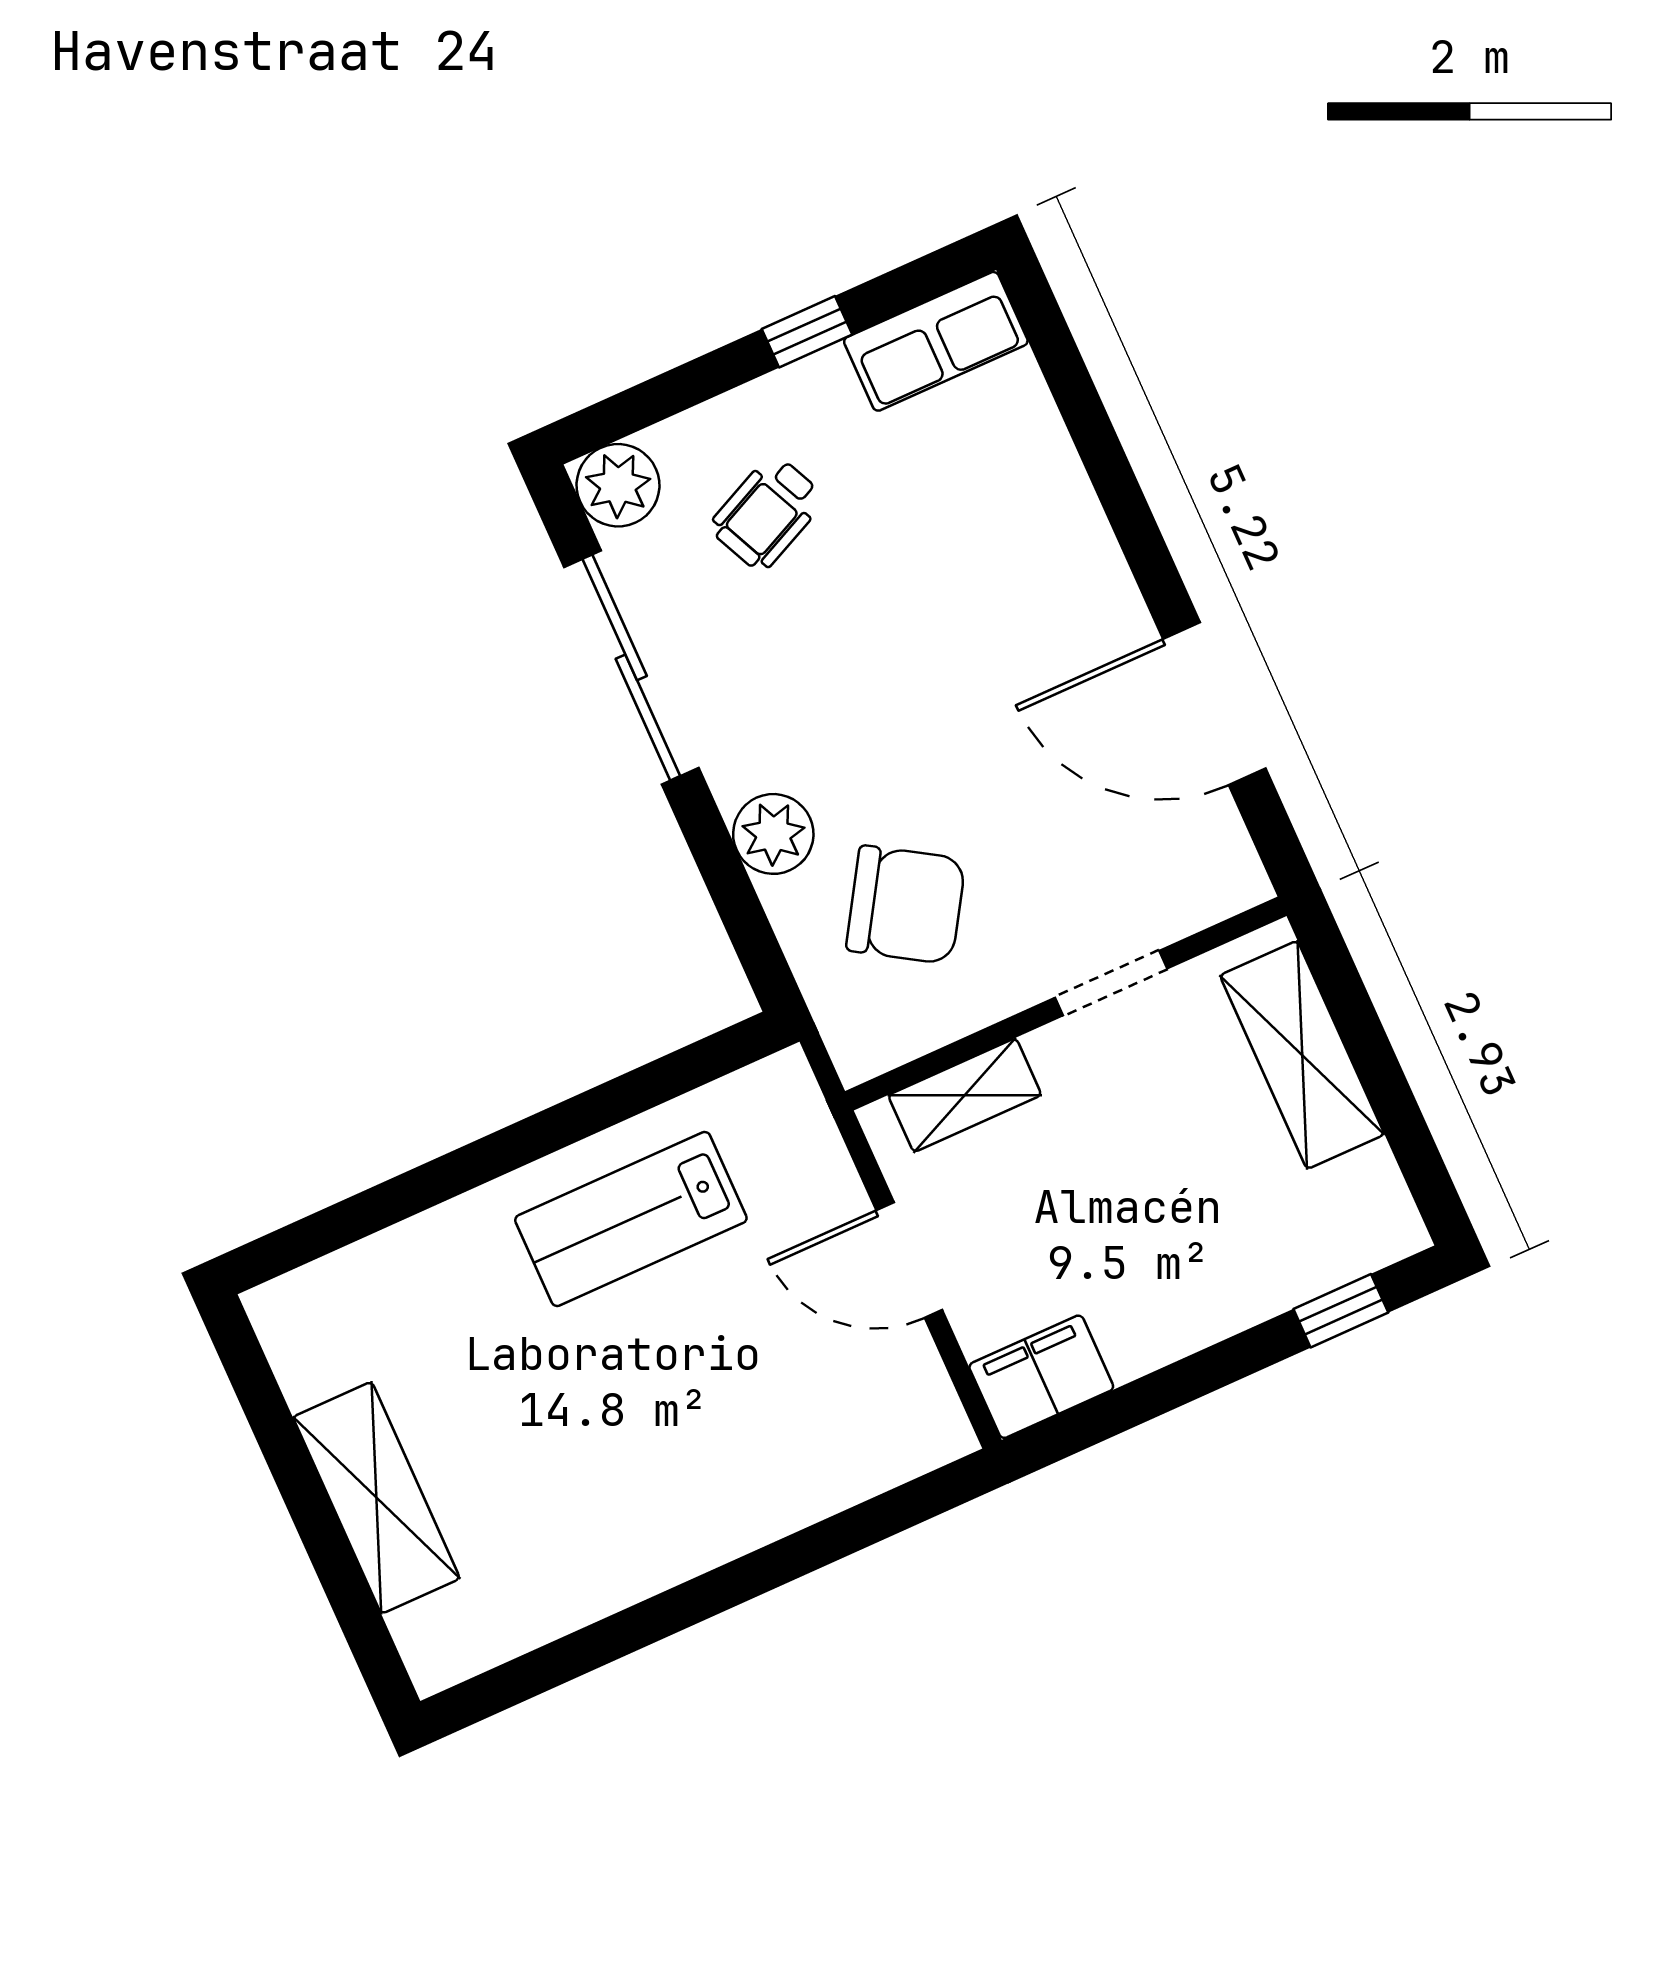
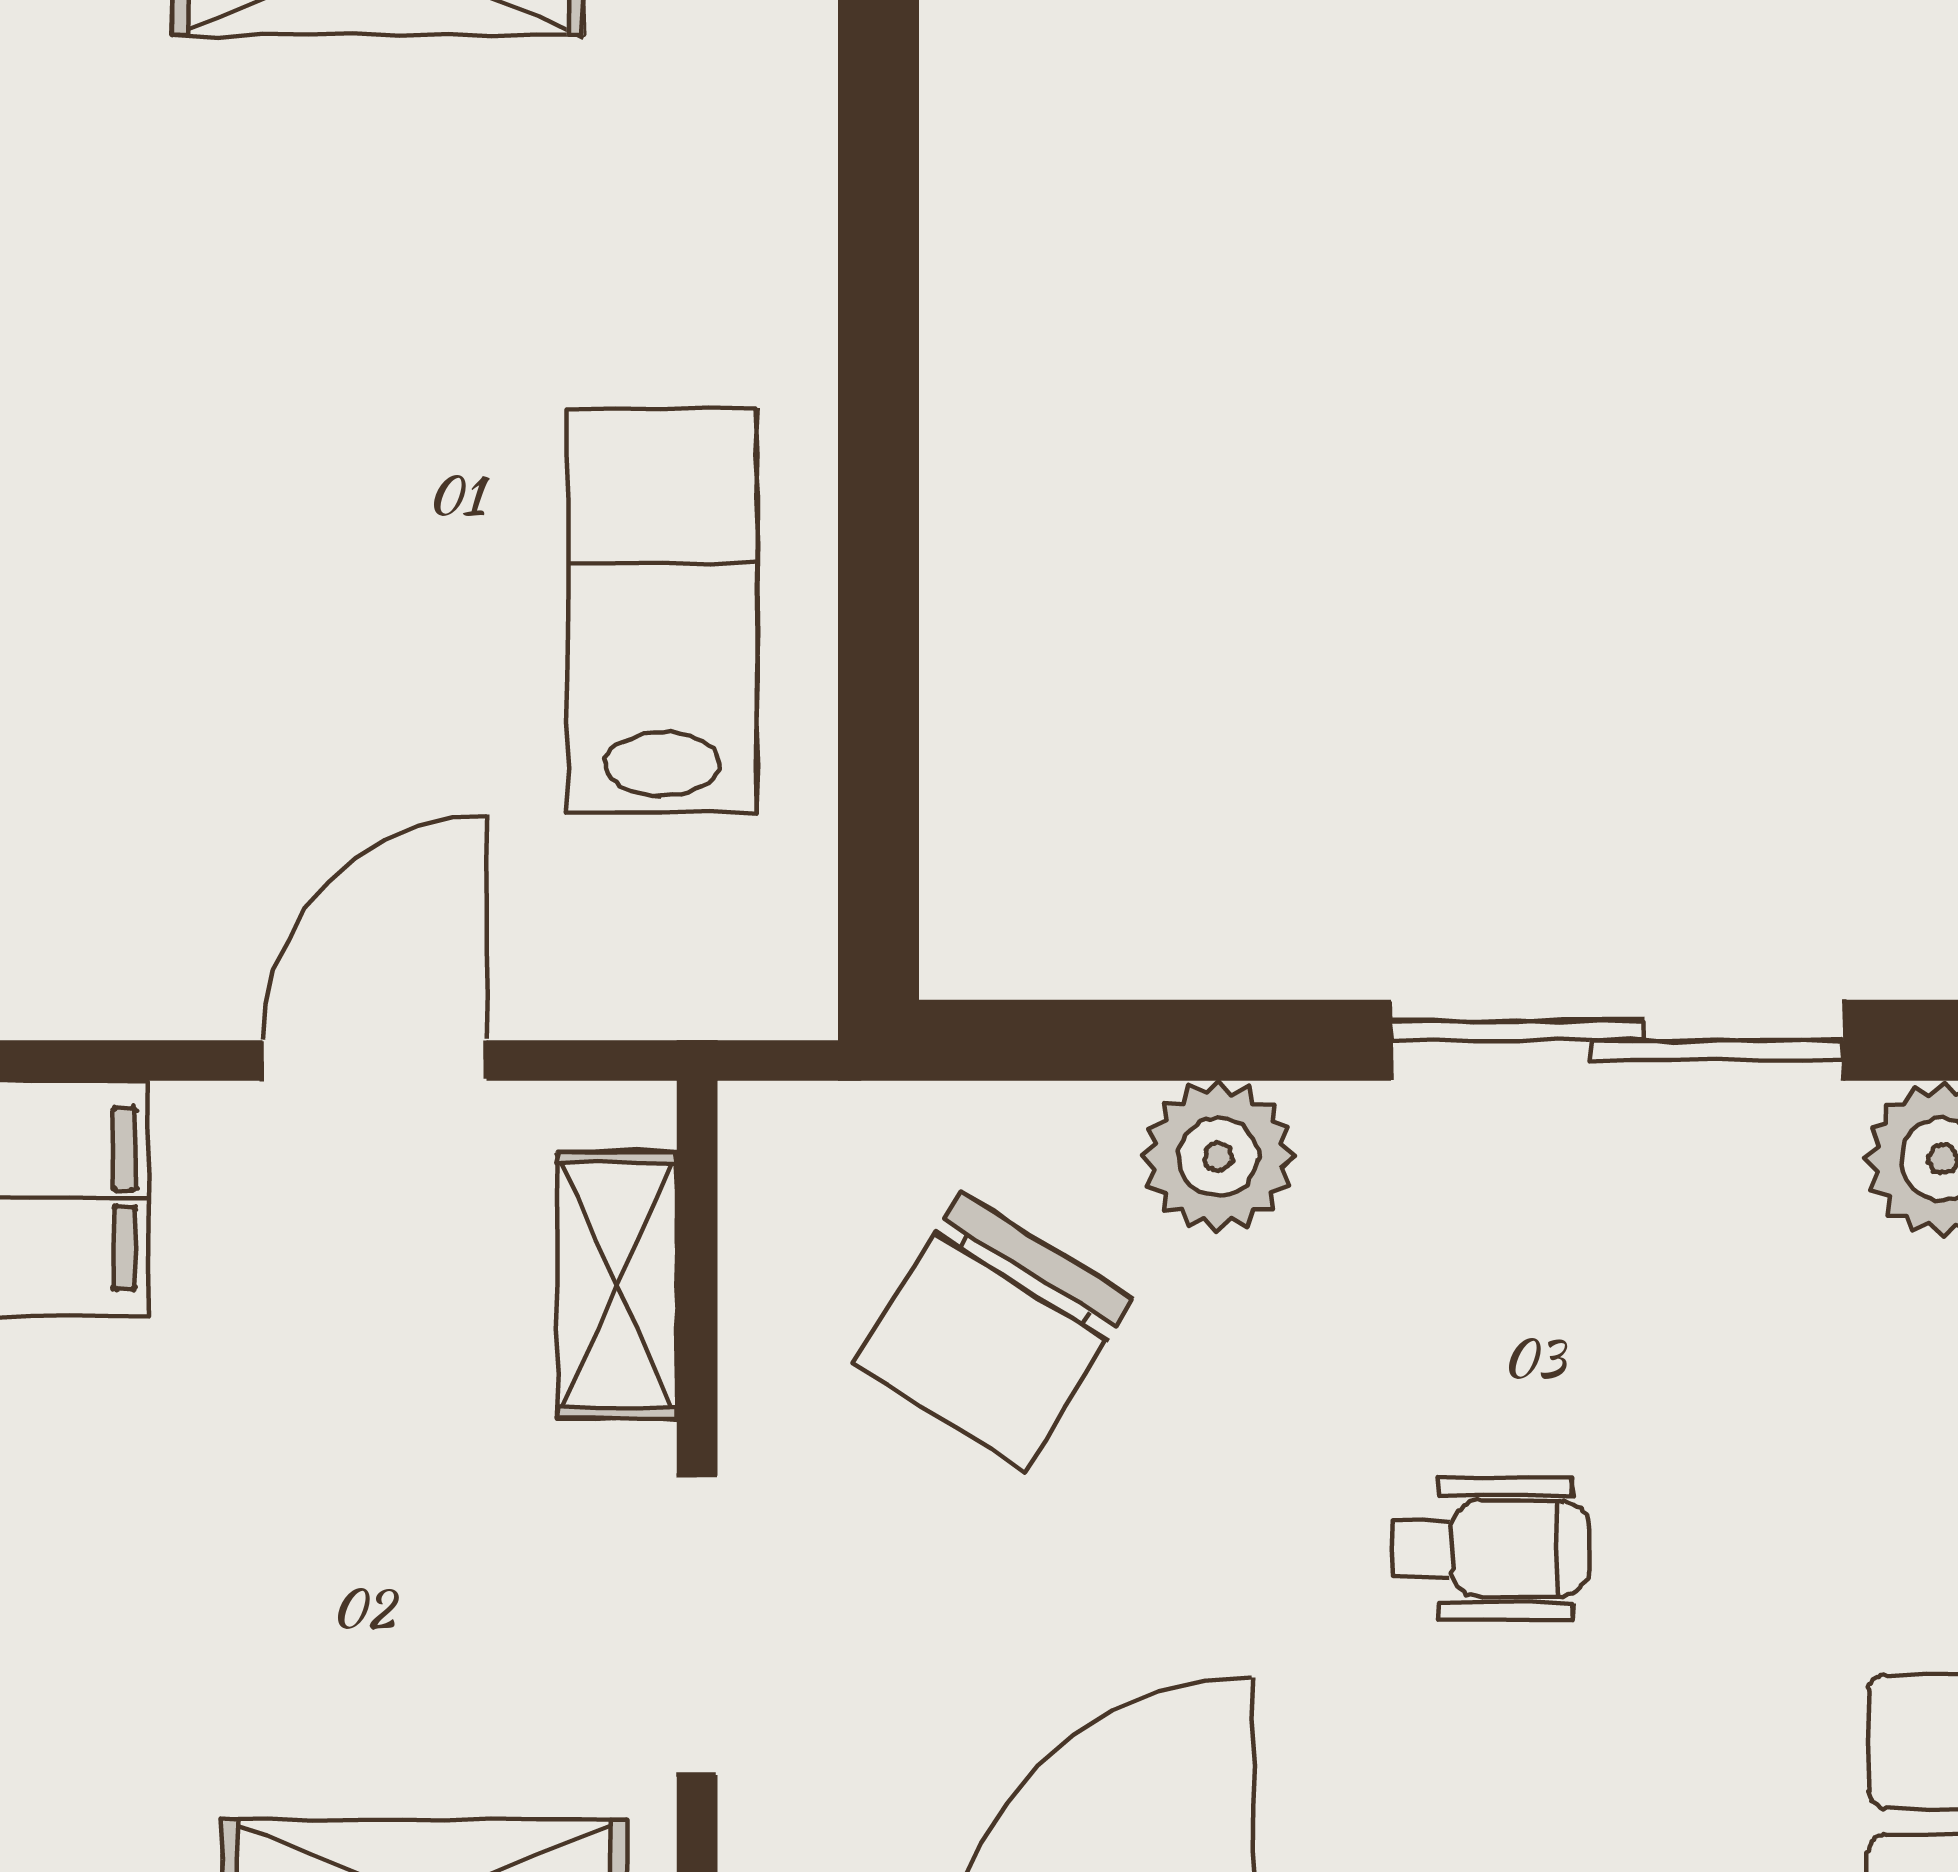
wheelchair: (767, 513) -> (1491, 1549), moved, turned 115
doorway: (1111, 983) -> (697, 1625), width x1.38

